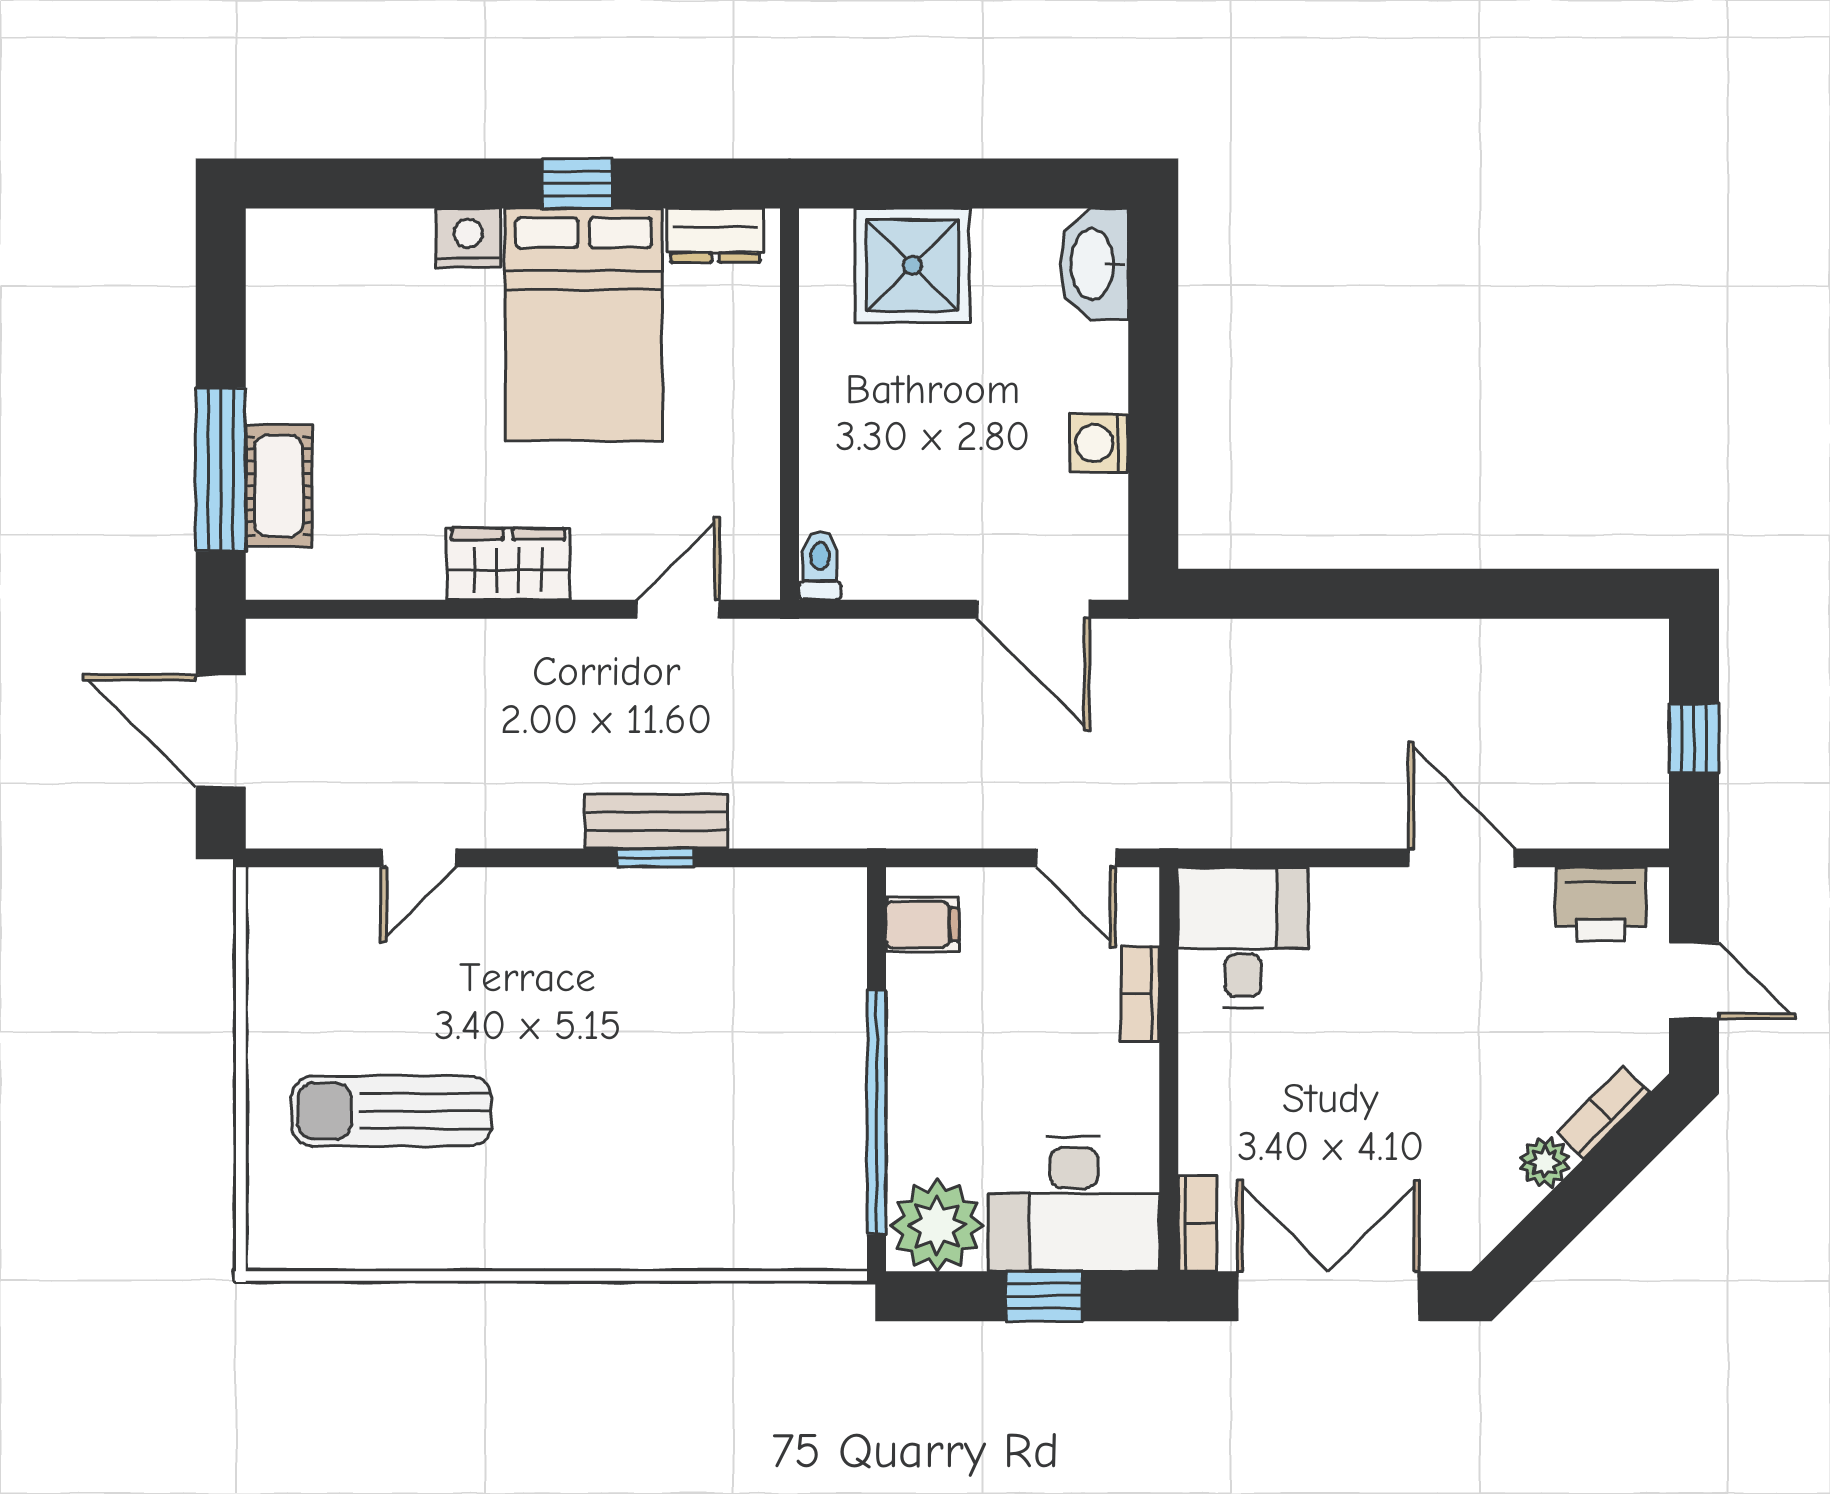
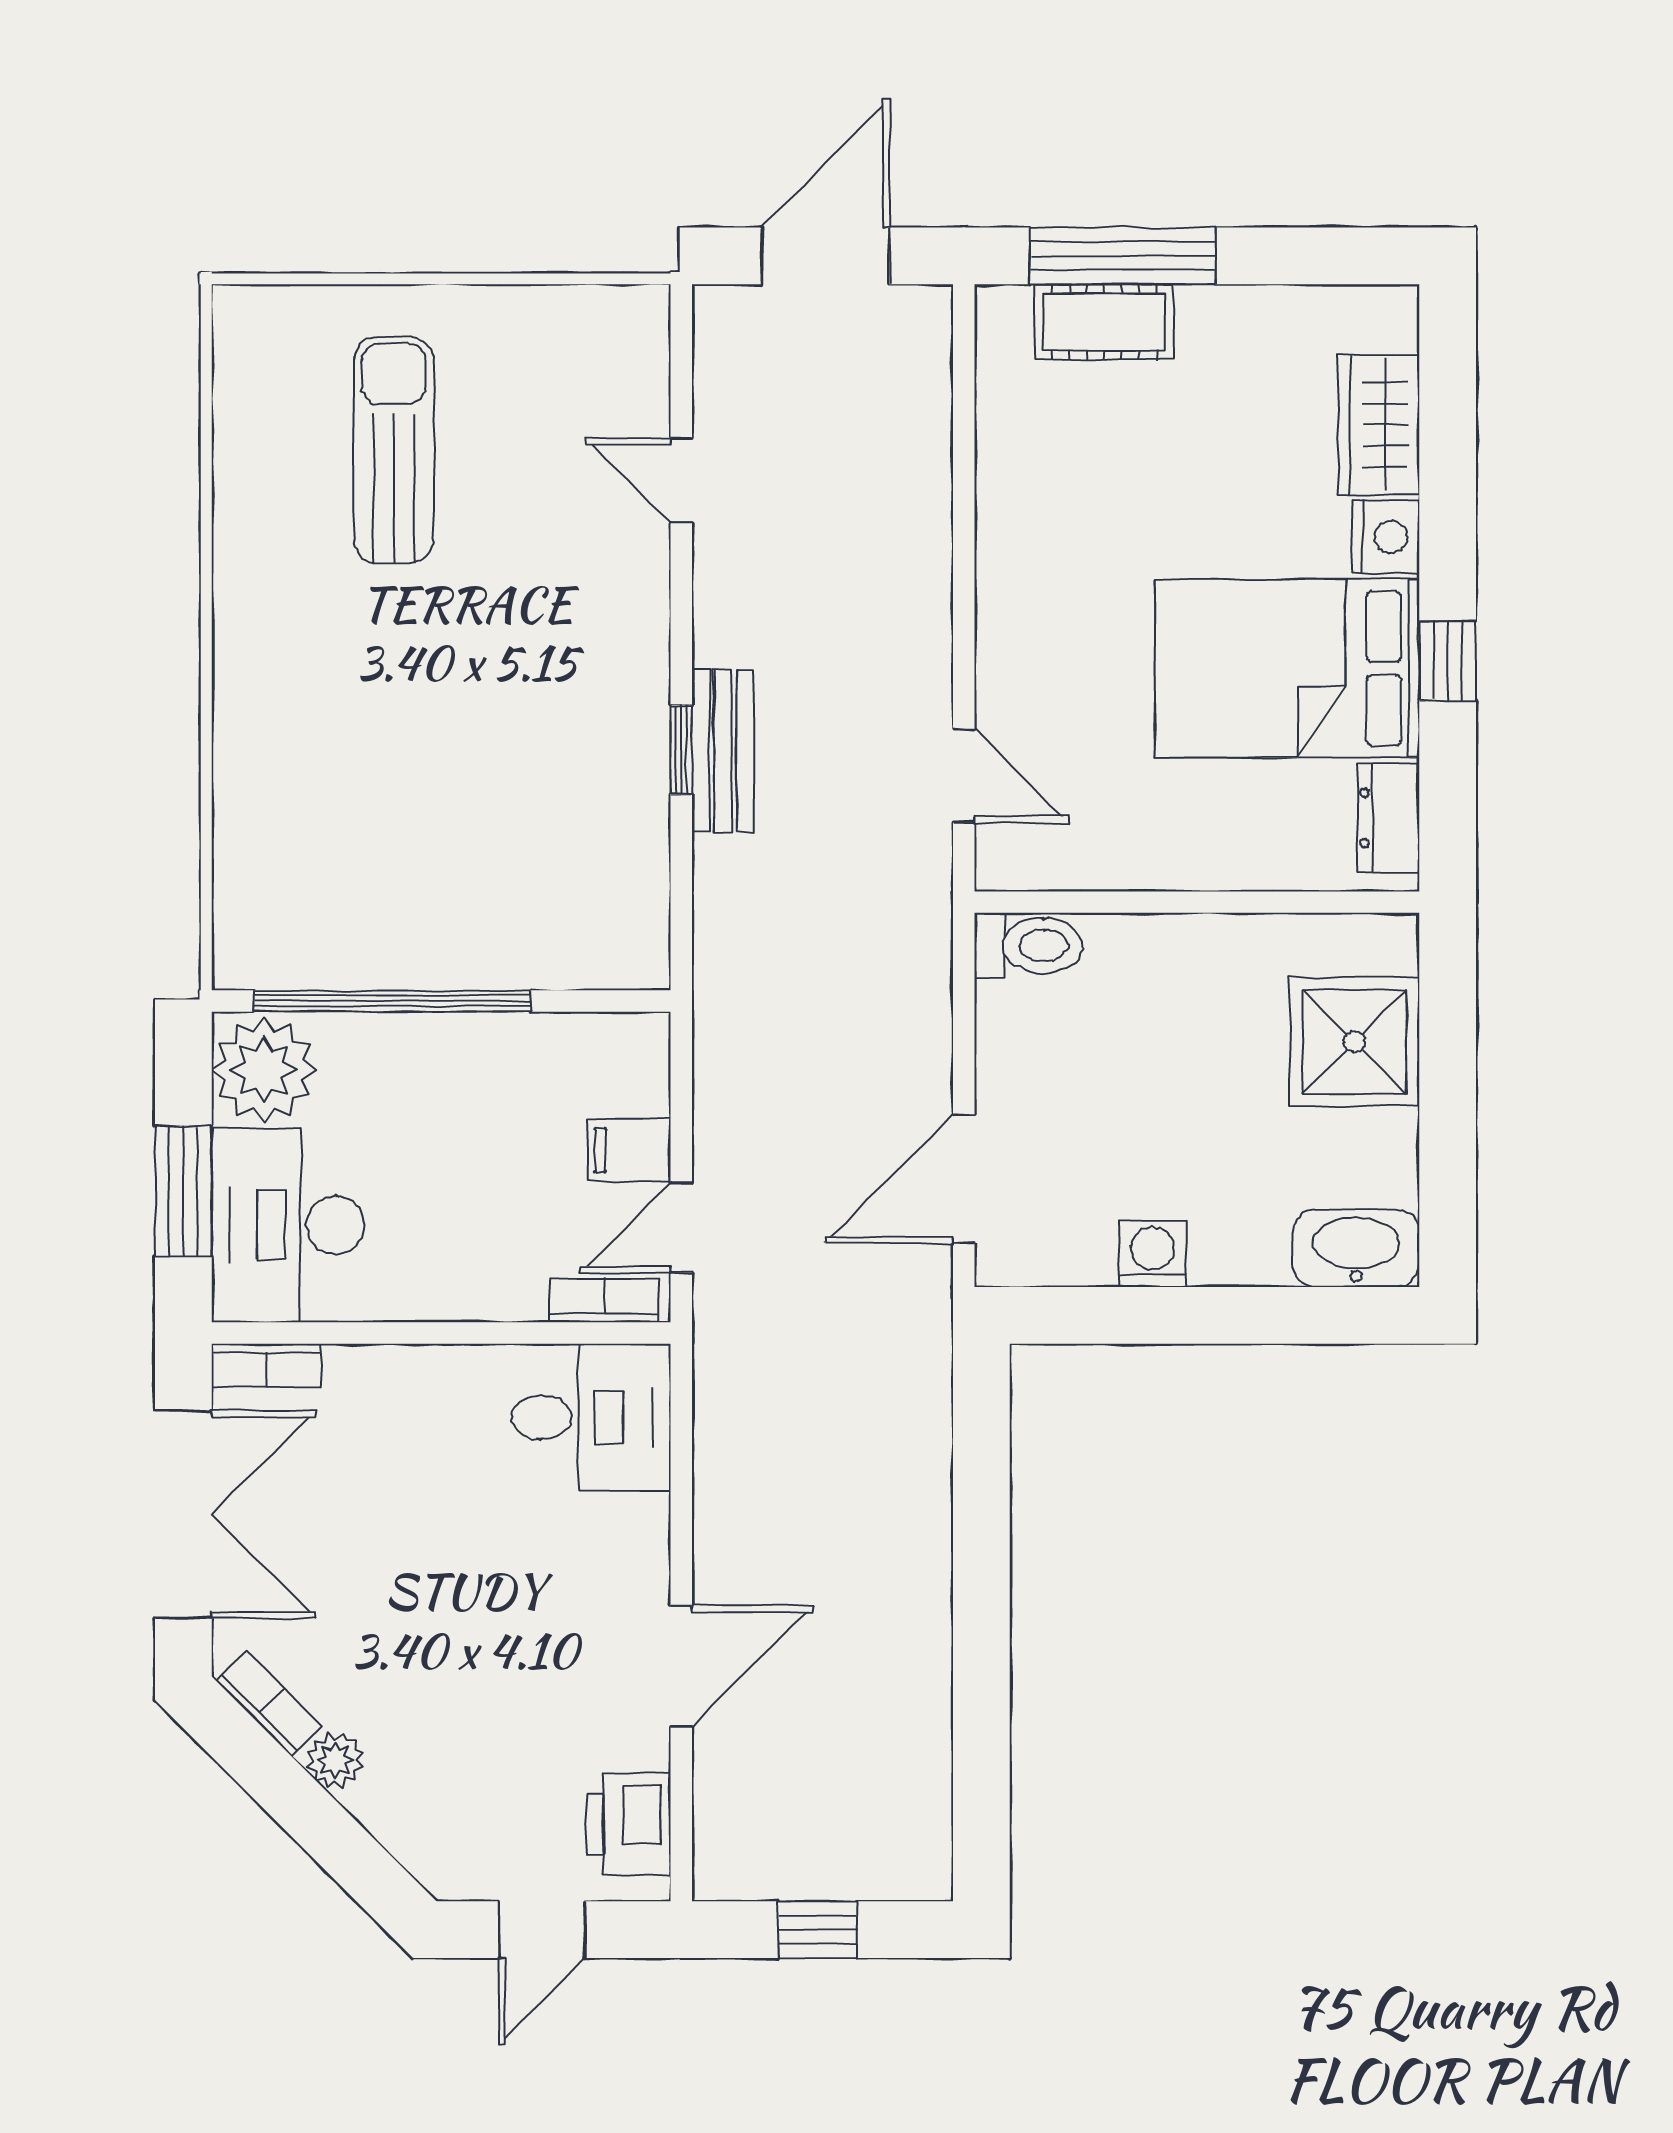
wardrobe: (508, 564) -> (1379, 425), moved, turned 180
toilet: (820, 566) -> (1029, 946), width x1.37, depth x1.39
filing cabinet: (922, 924) -> (629, 1150), moved, turned 90
bookcase: (1140, 994) -> (604, 1301), moved
bookcase: (1603, 1113) -> (269, 1703), moved
window: (1044, 1296) -> (183, 1191), width x1.50

